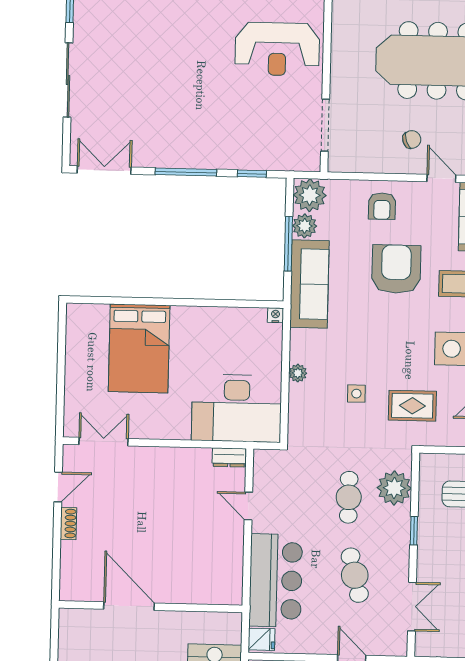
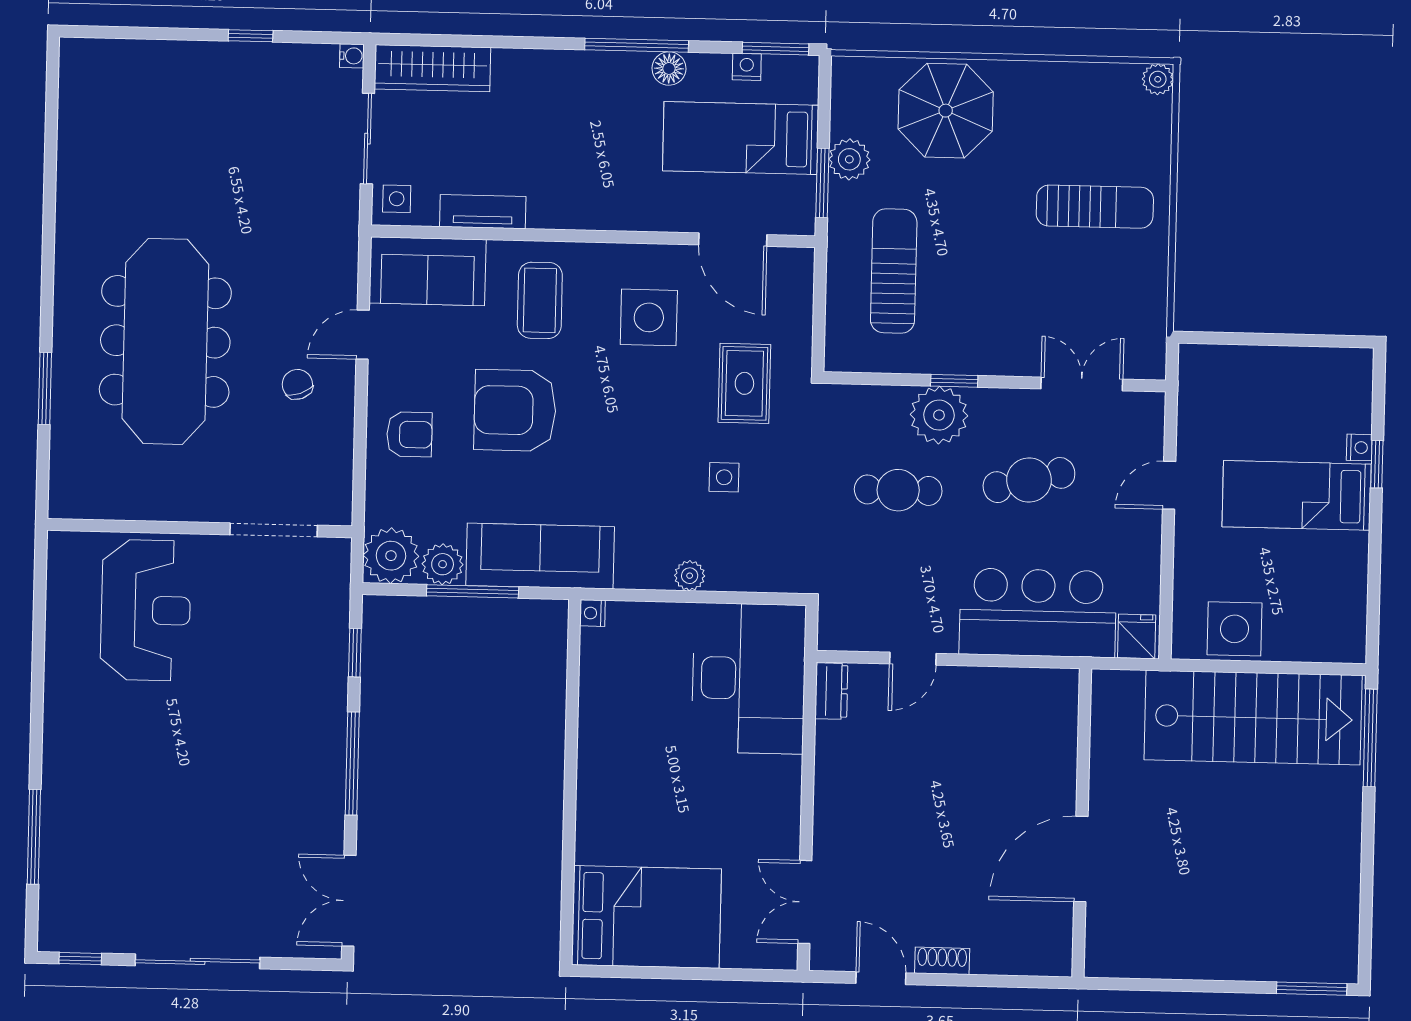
bed: (139, 348) -> (646, 917), moved
plant: (394, 488) -> (939, 415), moved

